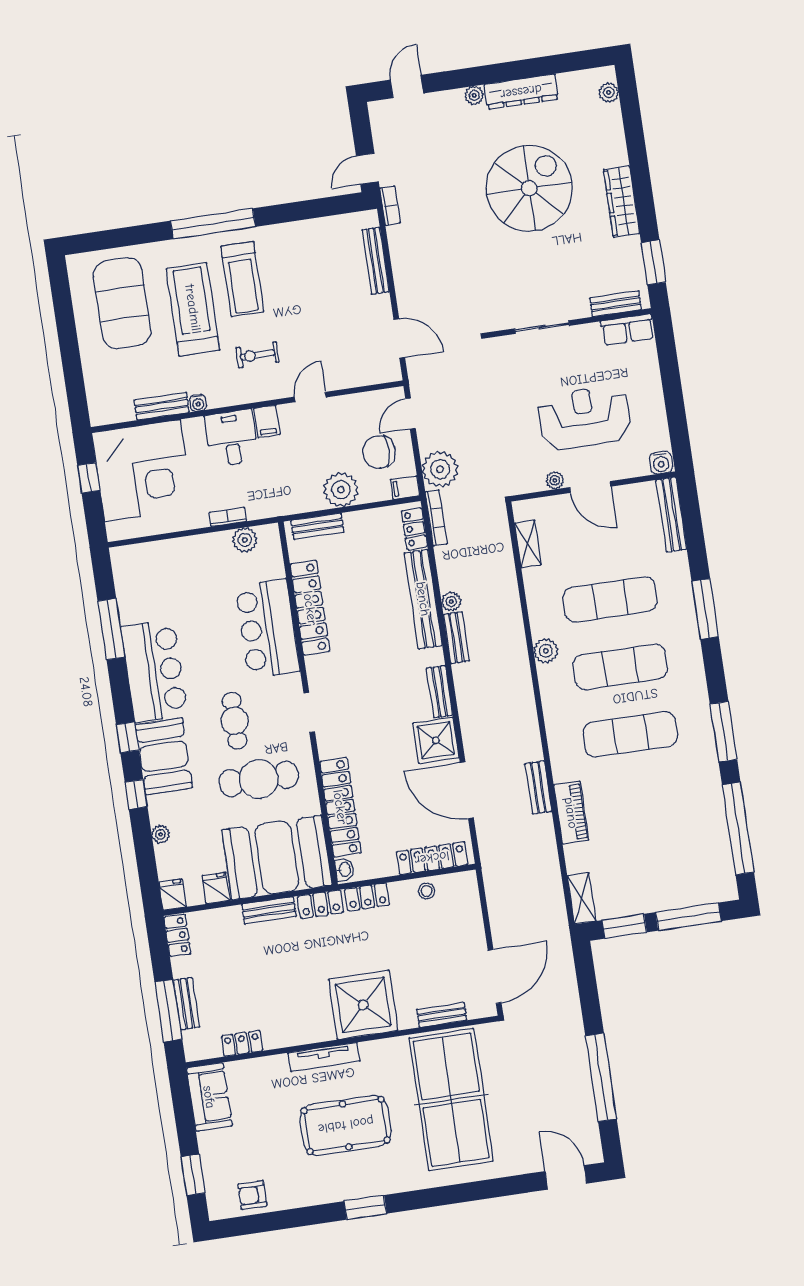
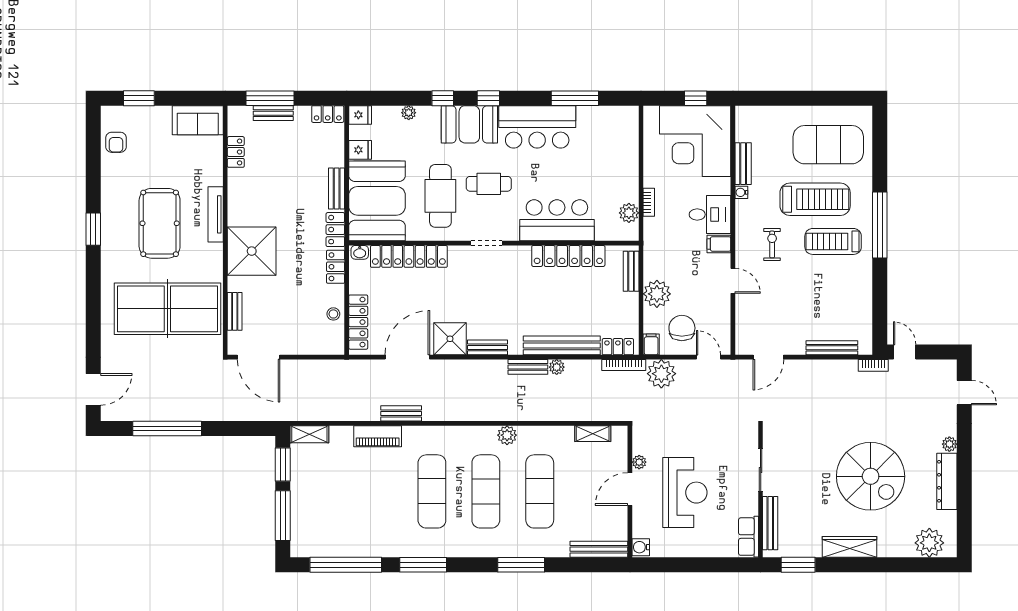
plant: (609, 92) -> (929, 543), width x1.87, depth x1.87
bench: (616, 304) -> (770, 523), width x1.36
armchair: (252, 1195) -> (116, 142), turned 180

